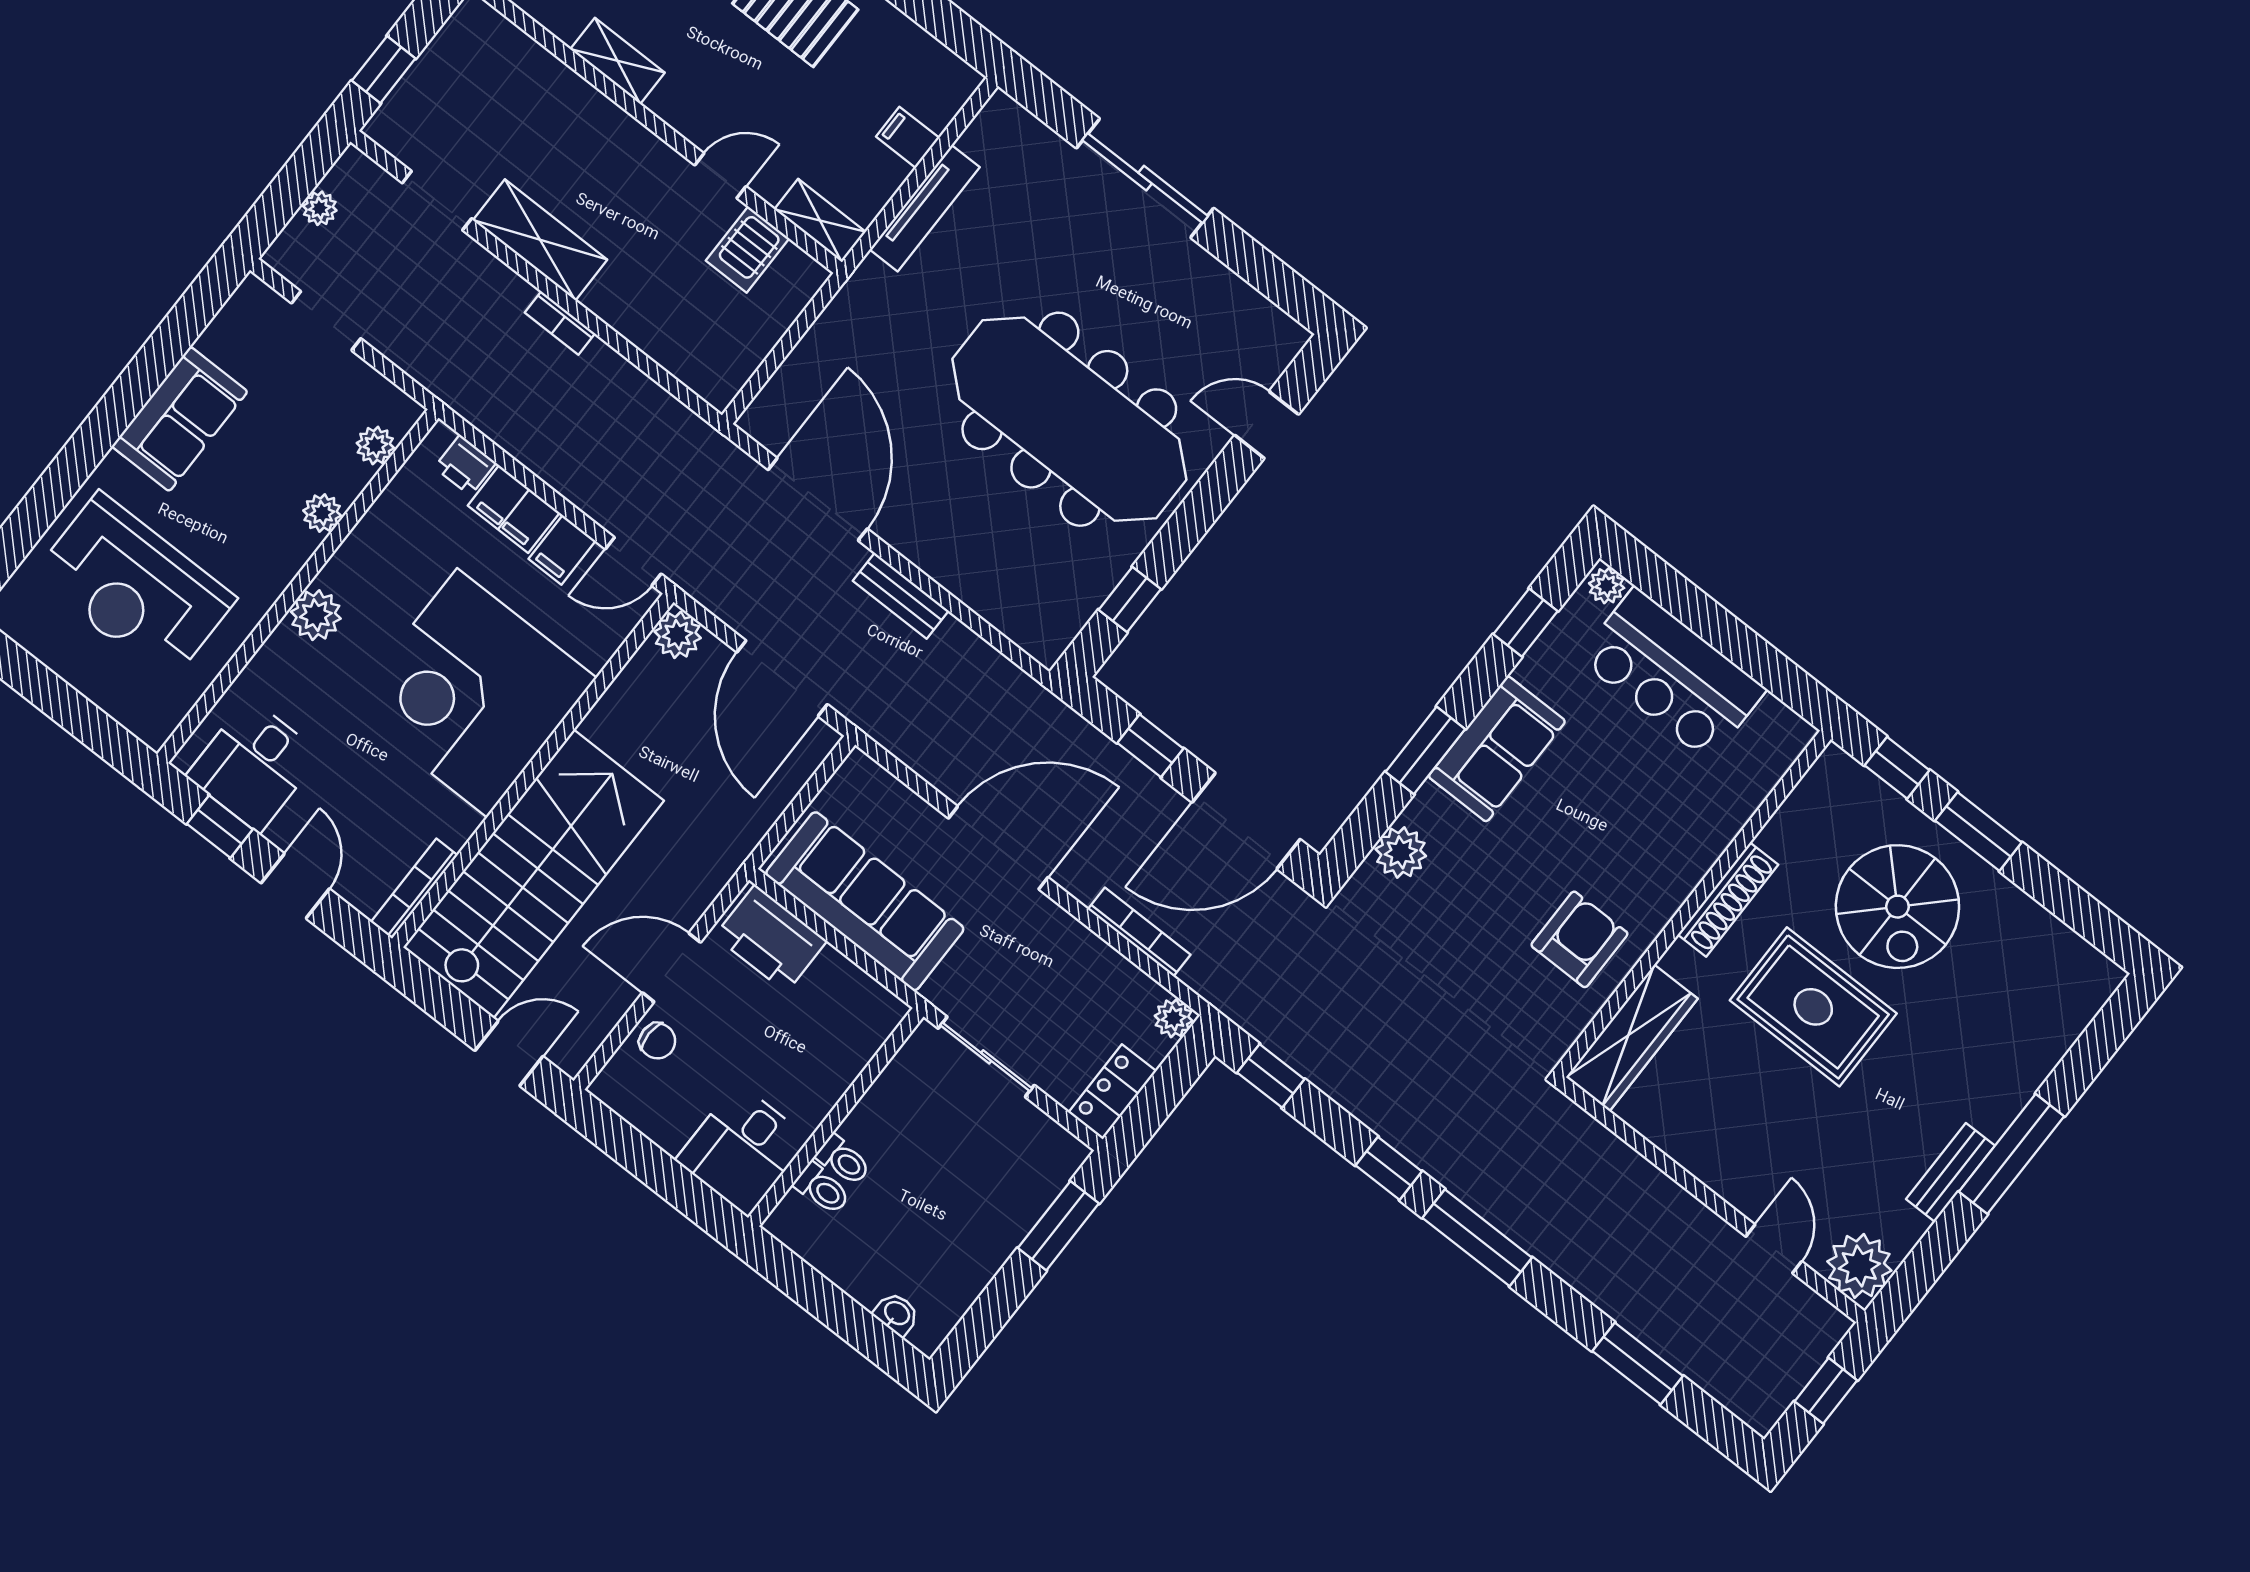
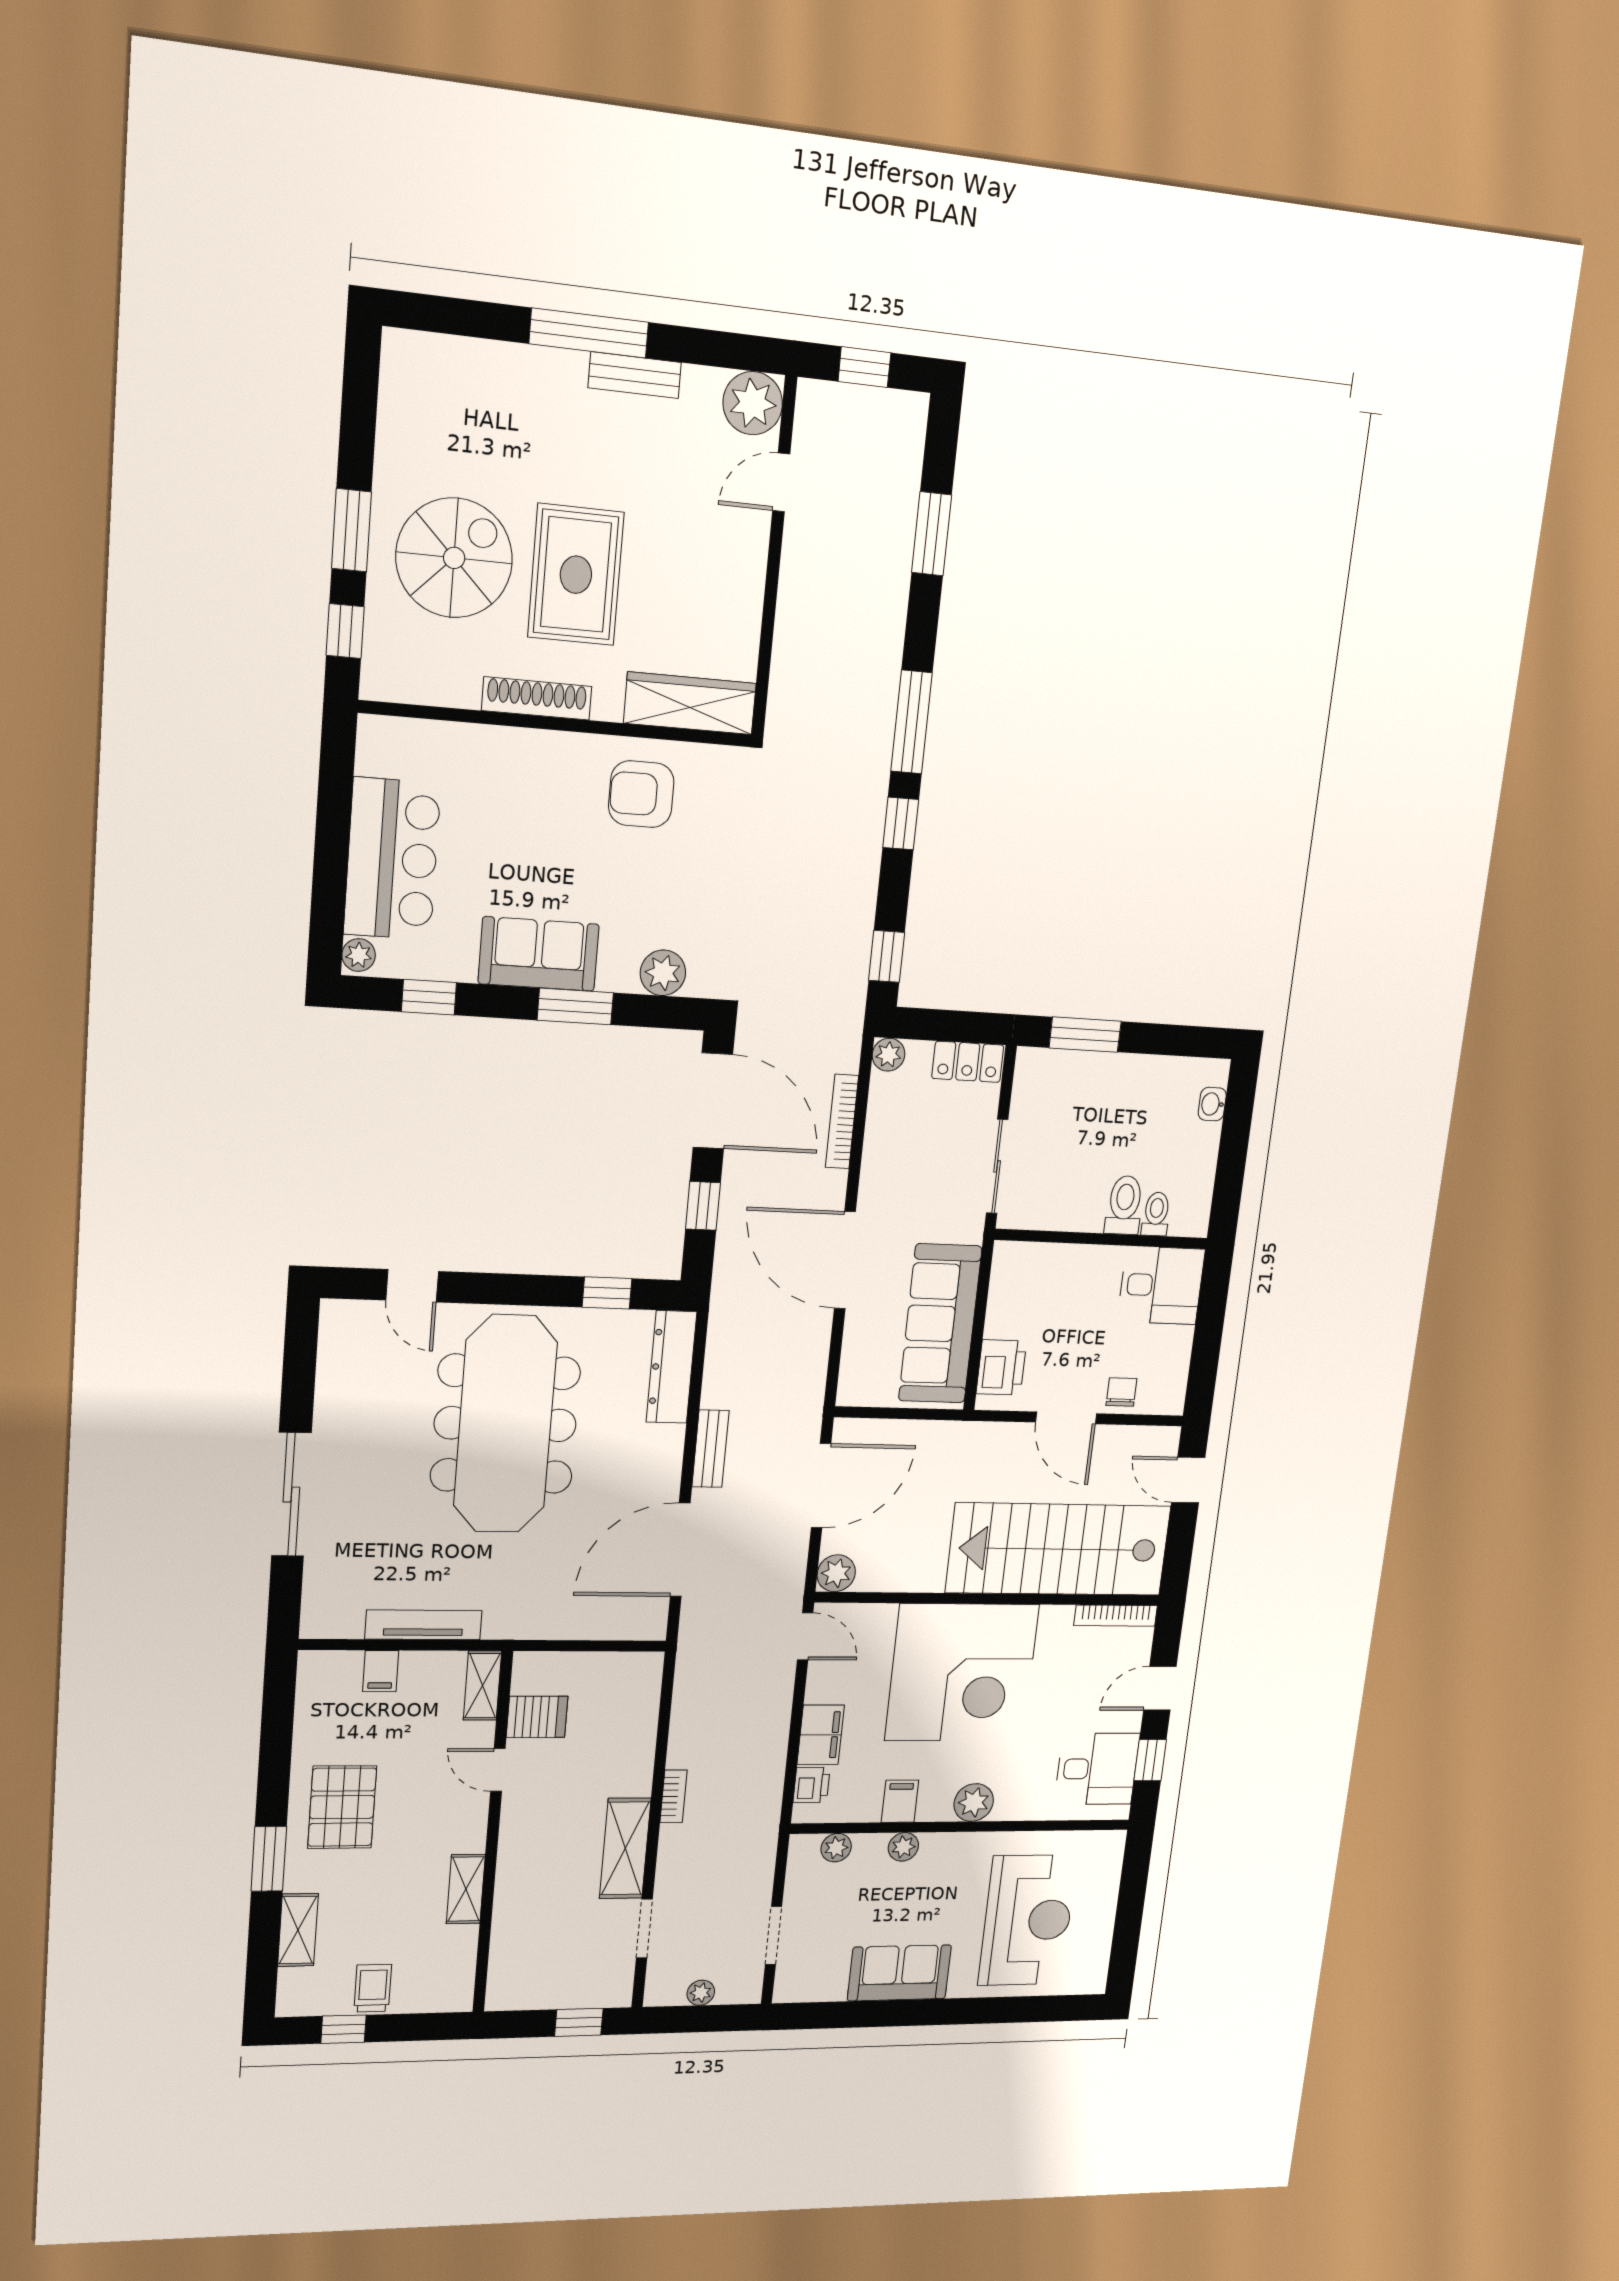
filing cabinet: (562, 550) -> (900, 1801), moved, turned -90
dresser: (1012, 612) -> (671, 1367), added
printer: (771, 939) -> (1001, 1367), width x0.73, depth x0.84
toilet: (843, 1160) -> (1124, 1205), width x1.37, depth x1.39

